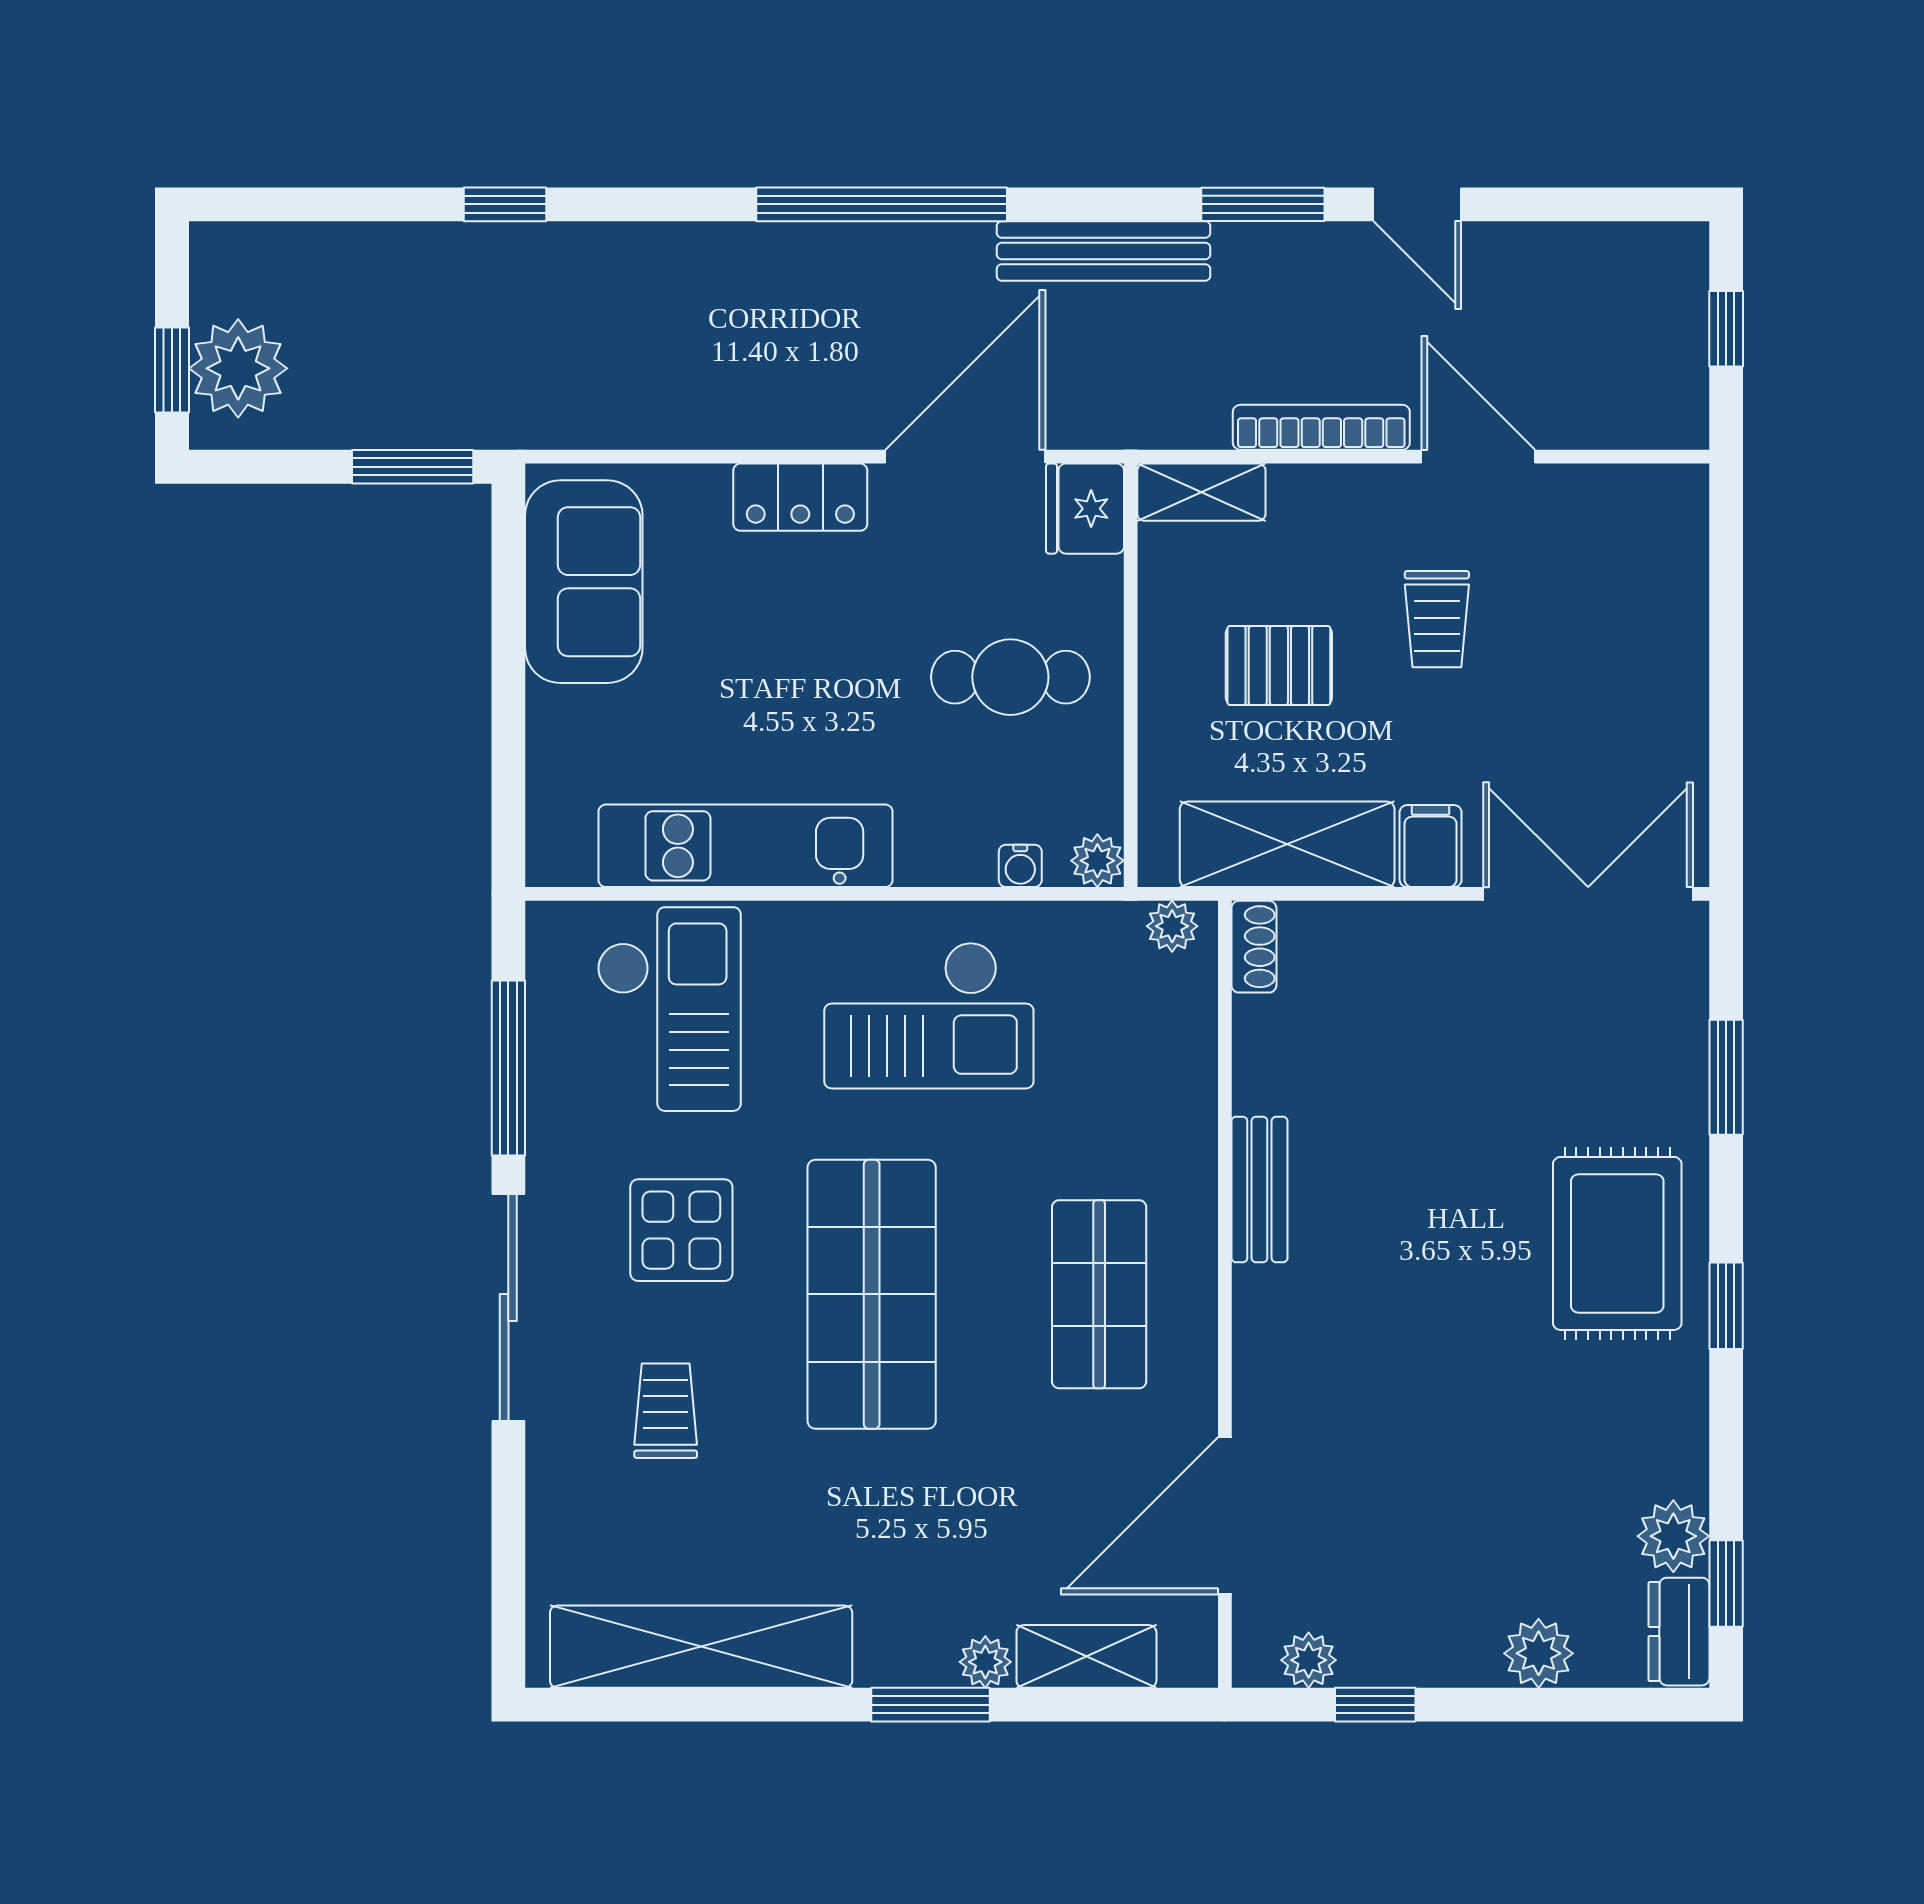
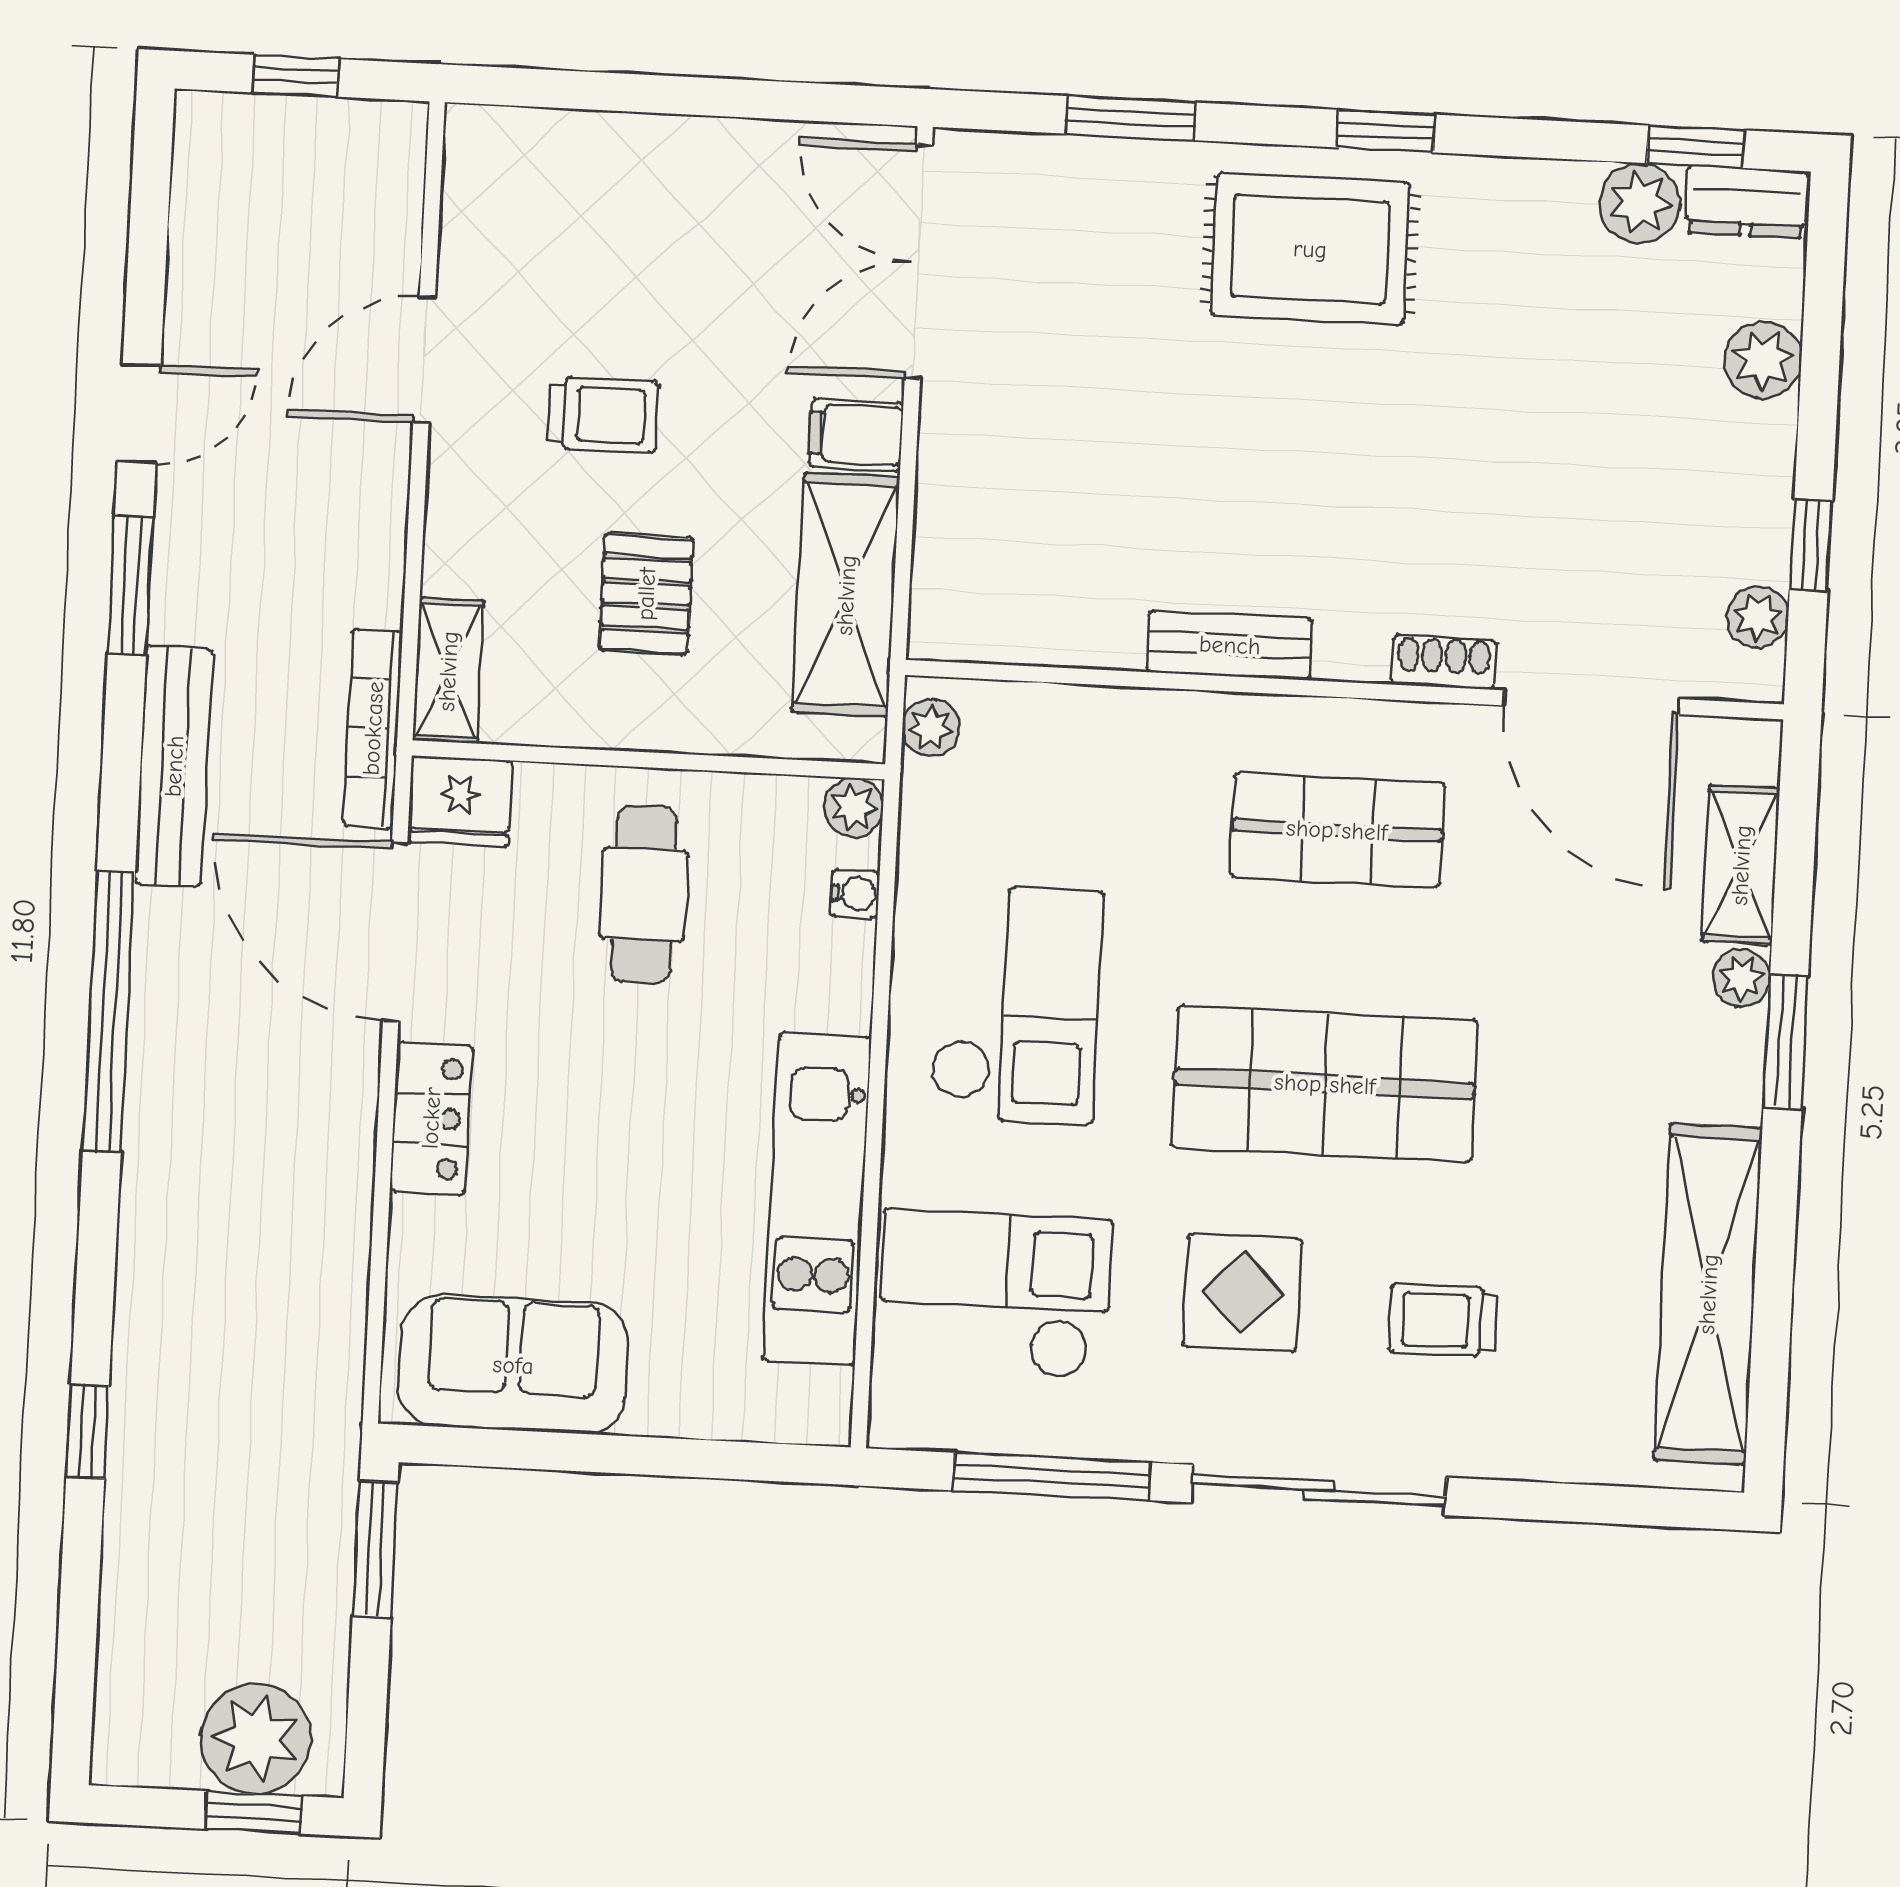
bookcase: (1321, 427) -> (373, 728), moved
shoe rack: (1254, 947) -> (1444, 662), moved

